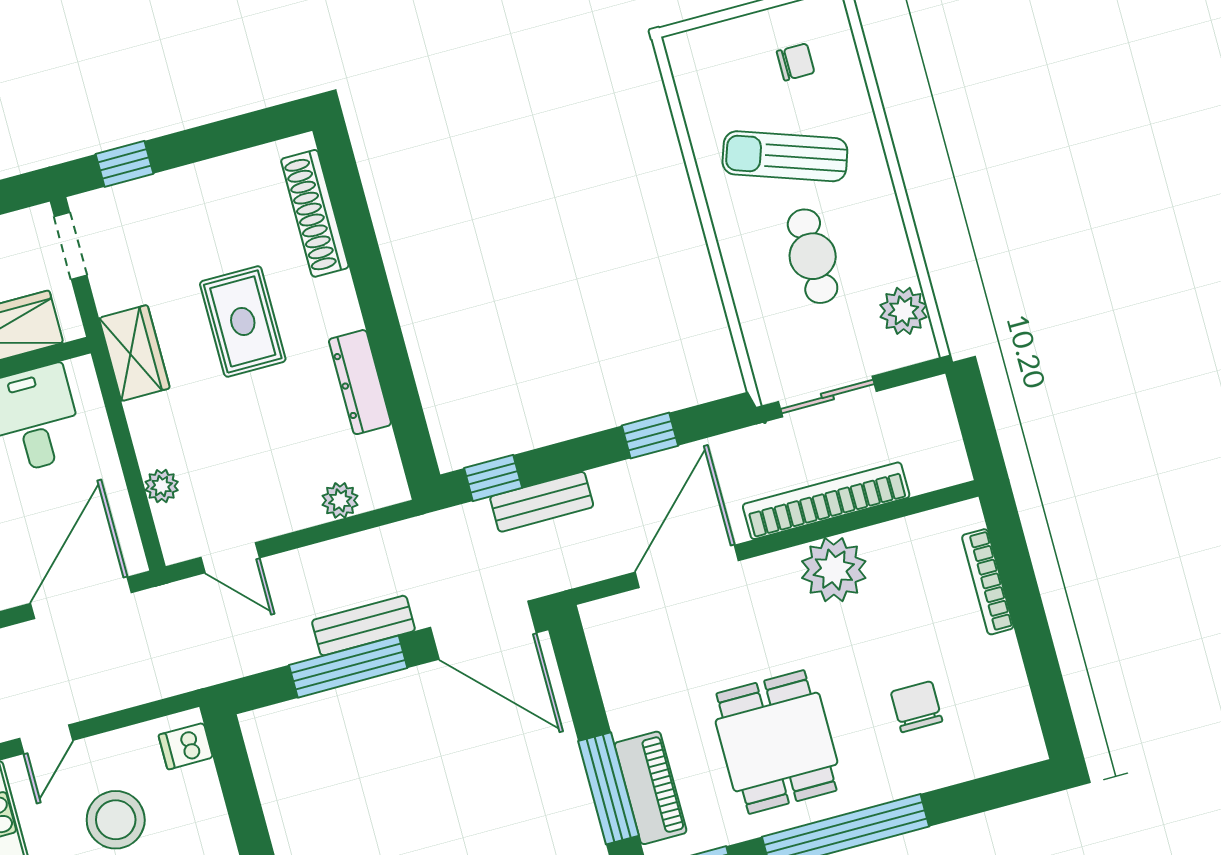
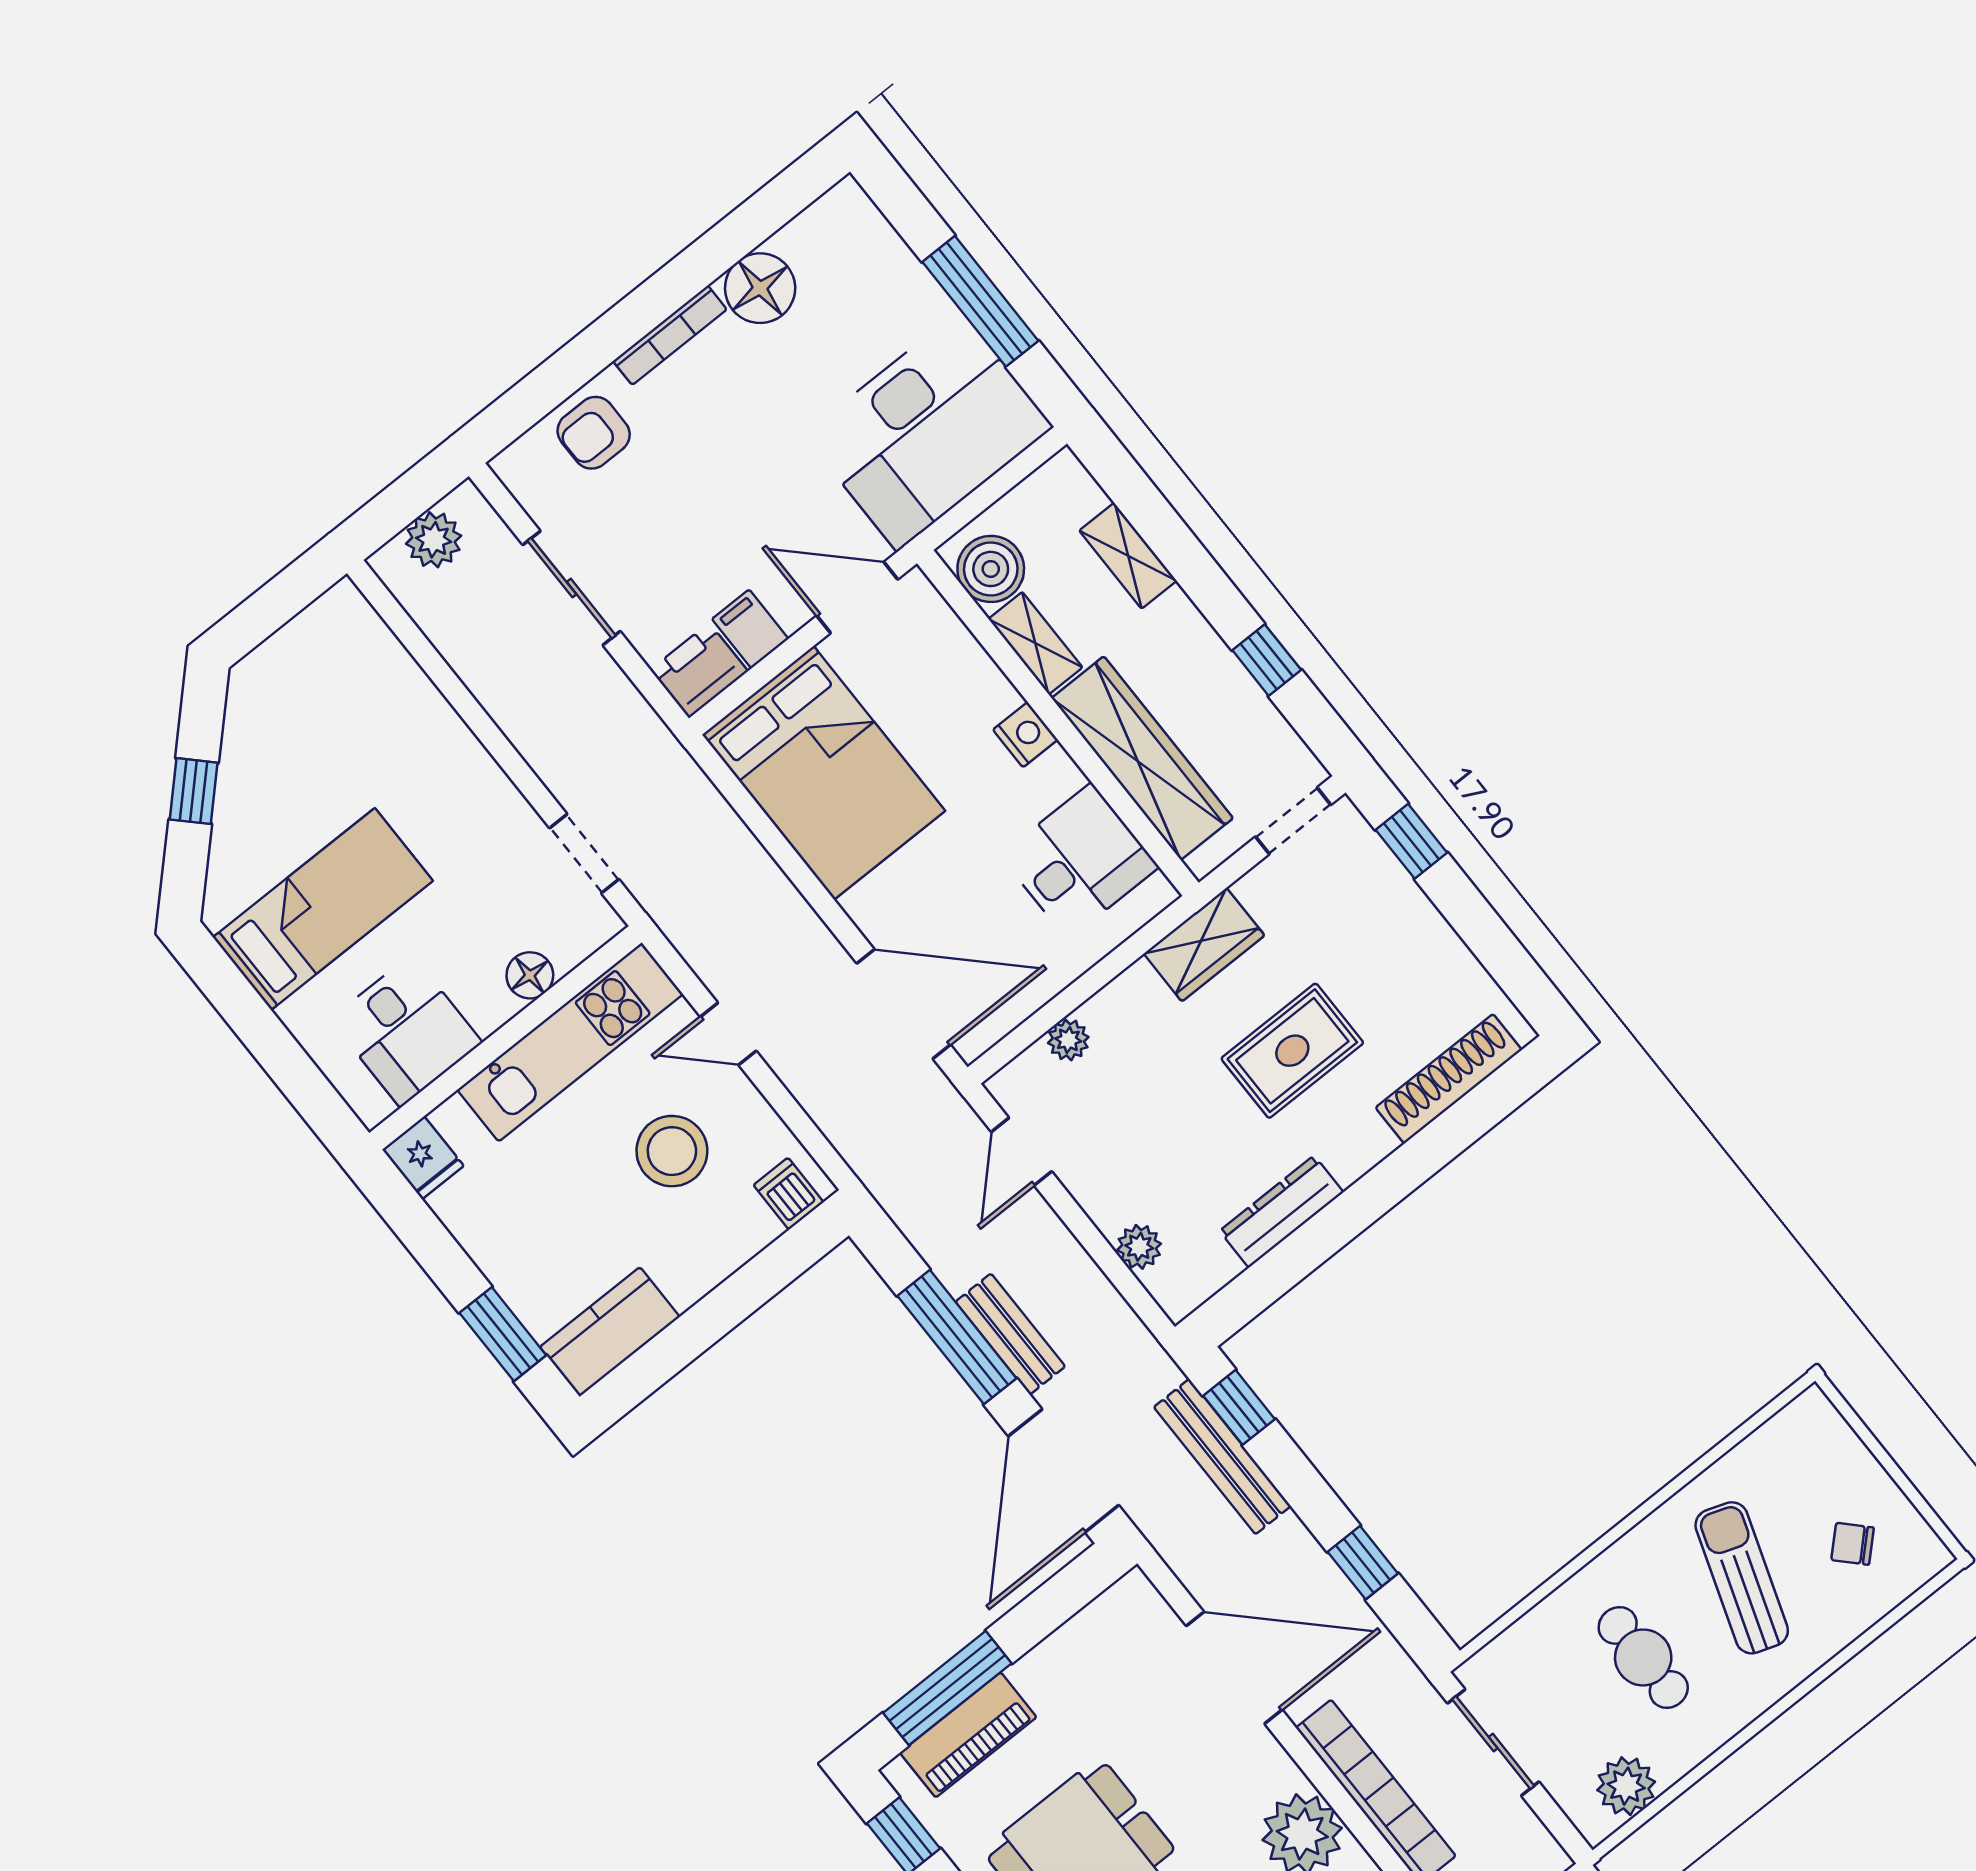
chair: (796, 62) -> (1853, 1544), turned 136
cafe table: (813, 256) -> (1643, 1657), turned 90
bench: (542, 502) -> (1222, 1457), width x1.36

